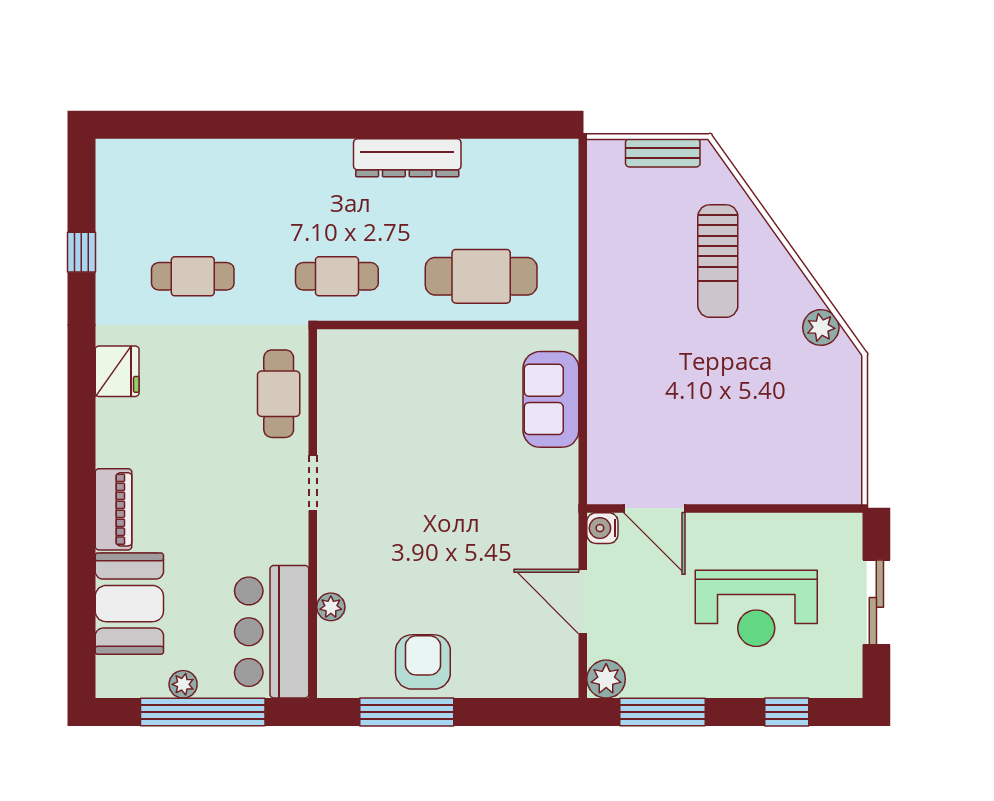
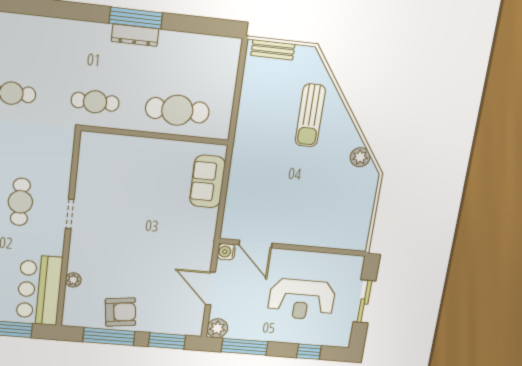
window: (391, 125) -> (136, 18), added
bench: (663, 153) -> (273, 50), moved
dresser: (407, 158) -> (135, 35), width x0.73, depth x0.80
cafe table: (279, 394) -> (20, 202), moved
armchair: (423, 662) -> (120, 312), turned 83
window: (515, 712) -> (167, 341), added

